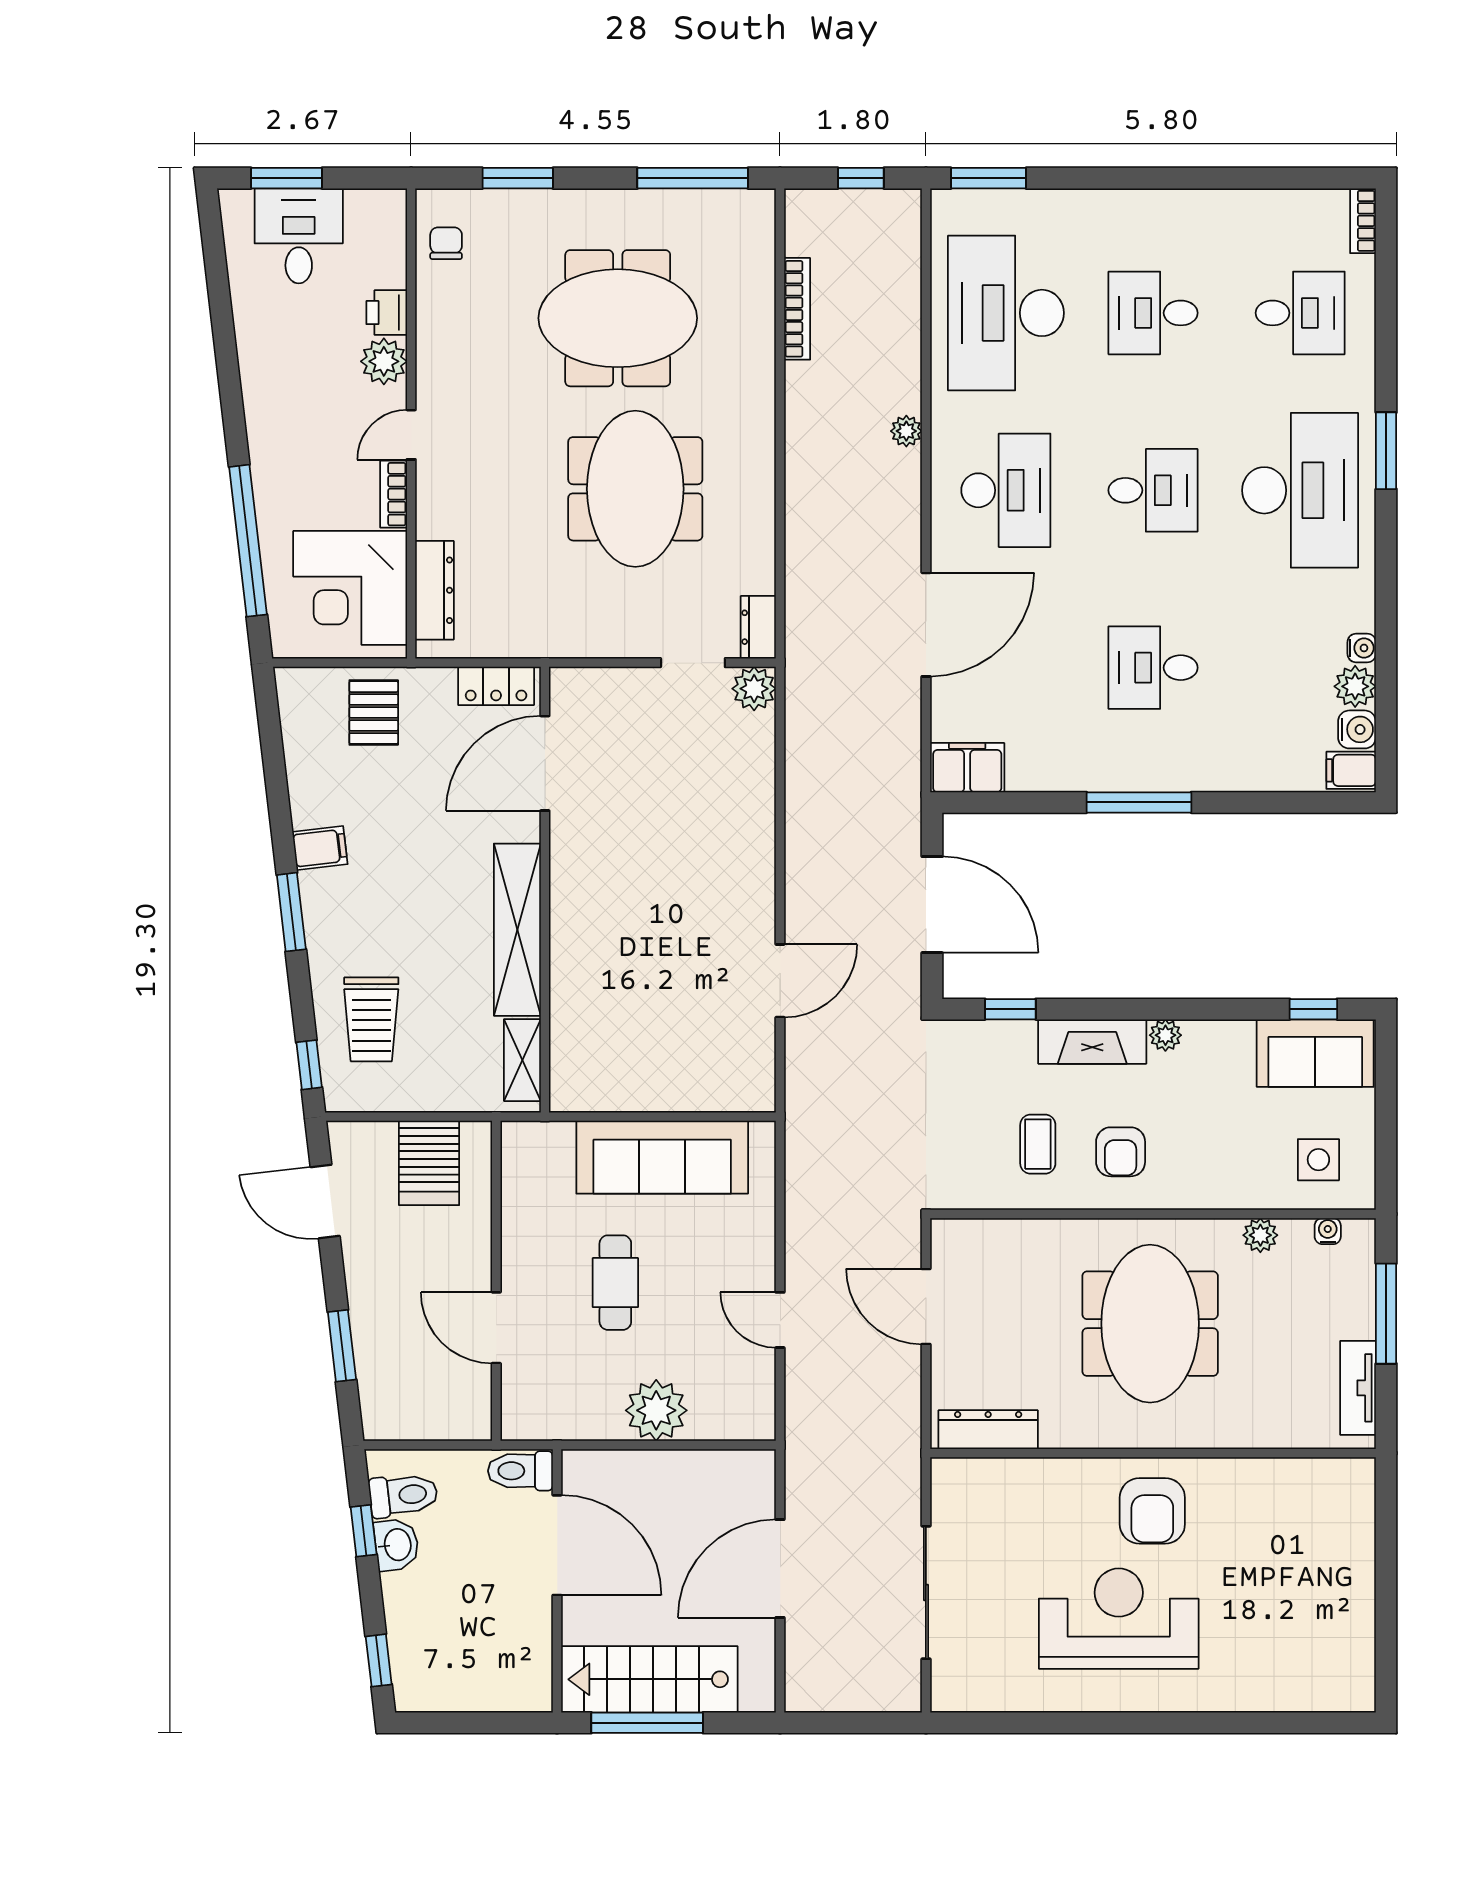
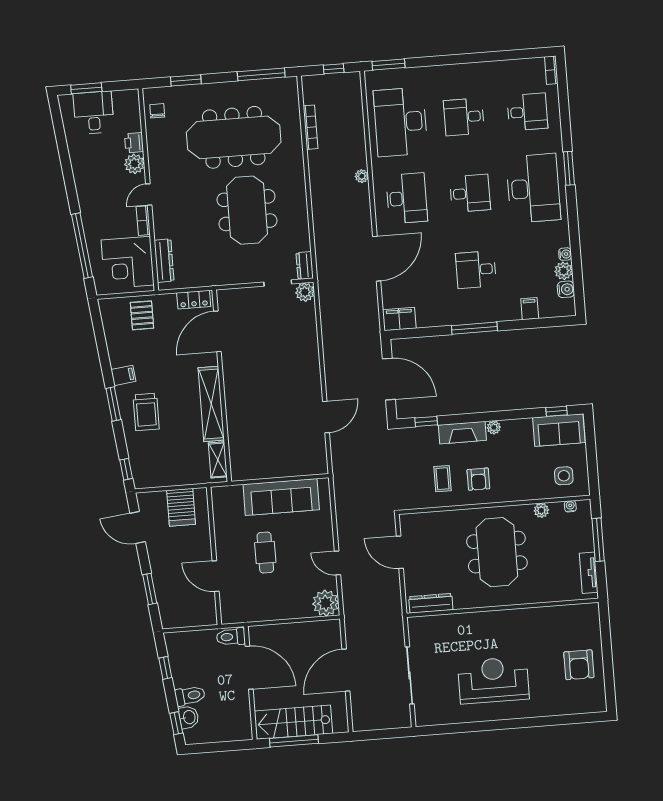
meeting table: (618, 318) -> (234, 137), width x1.36
filing cabinet: (1351, 770) -> (530, 309), moved, turned 90
trolley: (371, 1019) -> (146, 412), moved
plant: (656, 1410) -> (326, 603), moved
toilet: (403, 1495) -> (190, 696), moved
armchair: (1152, 1511) -> (579, 665), moved
washbasin: (396, 1545) -> (189, 717), moved

